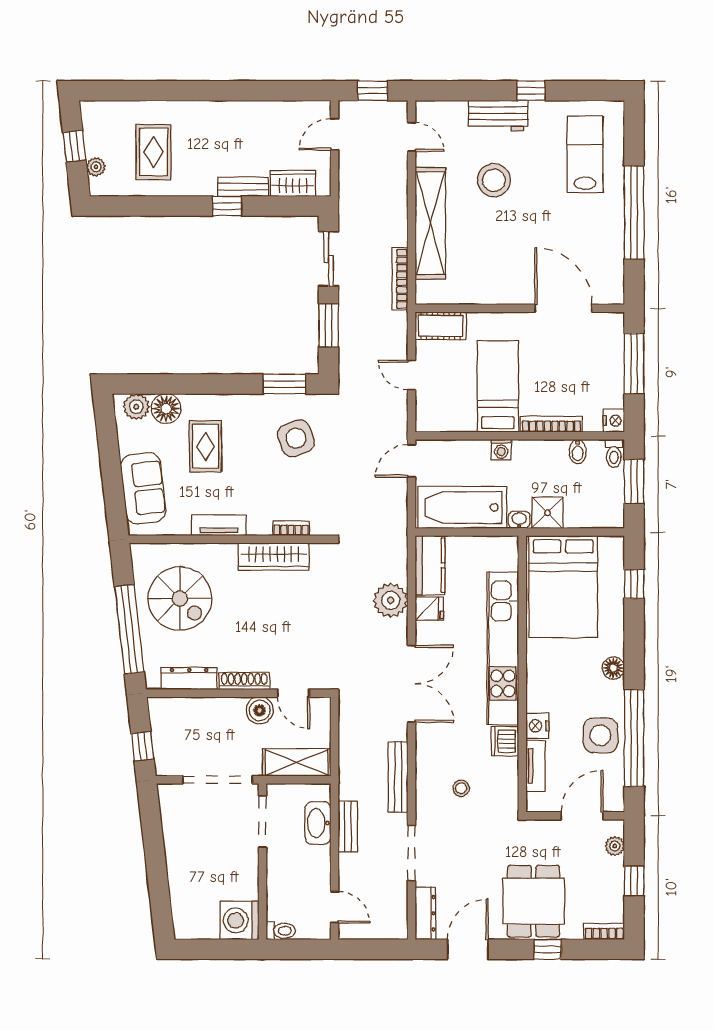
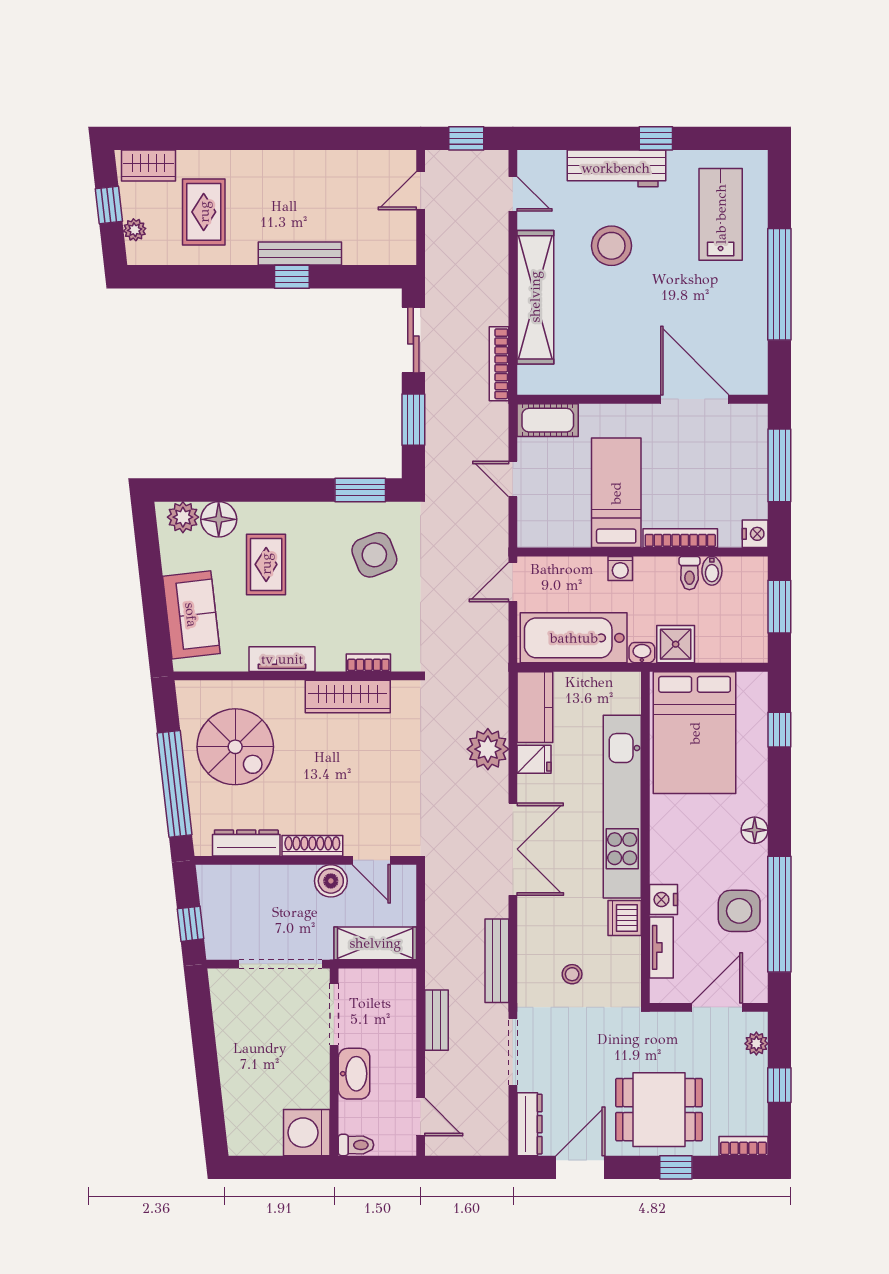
workbench: (498, 116) -> (616, 168), width x1.38
wardrobe: (293, 183) -> (149, 165), moved, turned 180
bench: (243, 187) -> (300, 254), width x1.36
toilet: (614, 453) -> (689, 573), moved
washbasin: (318, 823) -> (354, 1074), moved, turned 180
dining table: (534, 901) -> (659, 1110), turned 90

